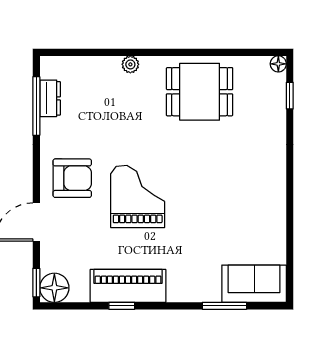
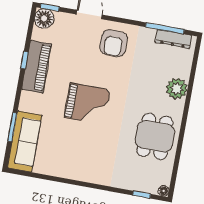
plant: (130, 64) -> (177, 89), width x1.87, depth x1.87
dresser: (50, 98) -> (173, 39), width x1.44
grand piano: (138, 196) -> (87, 104), moved
sofa: (254, 284) -> (25, 142), width x1.36

